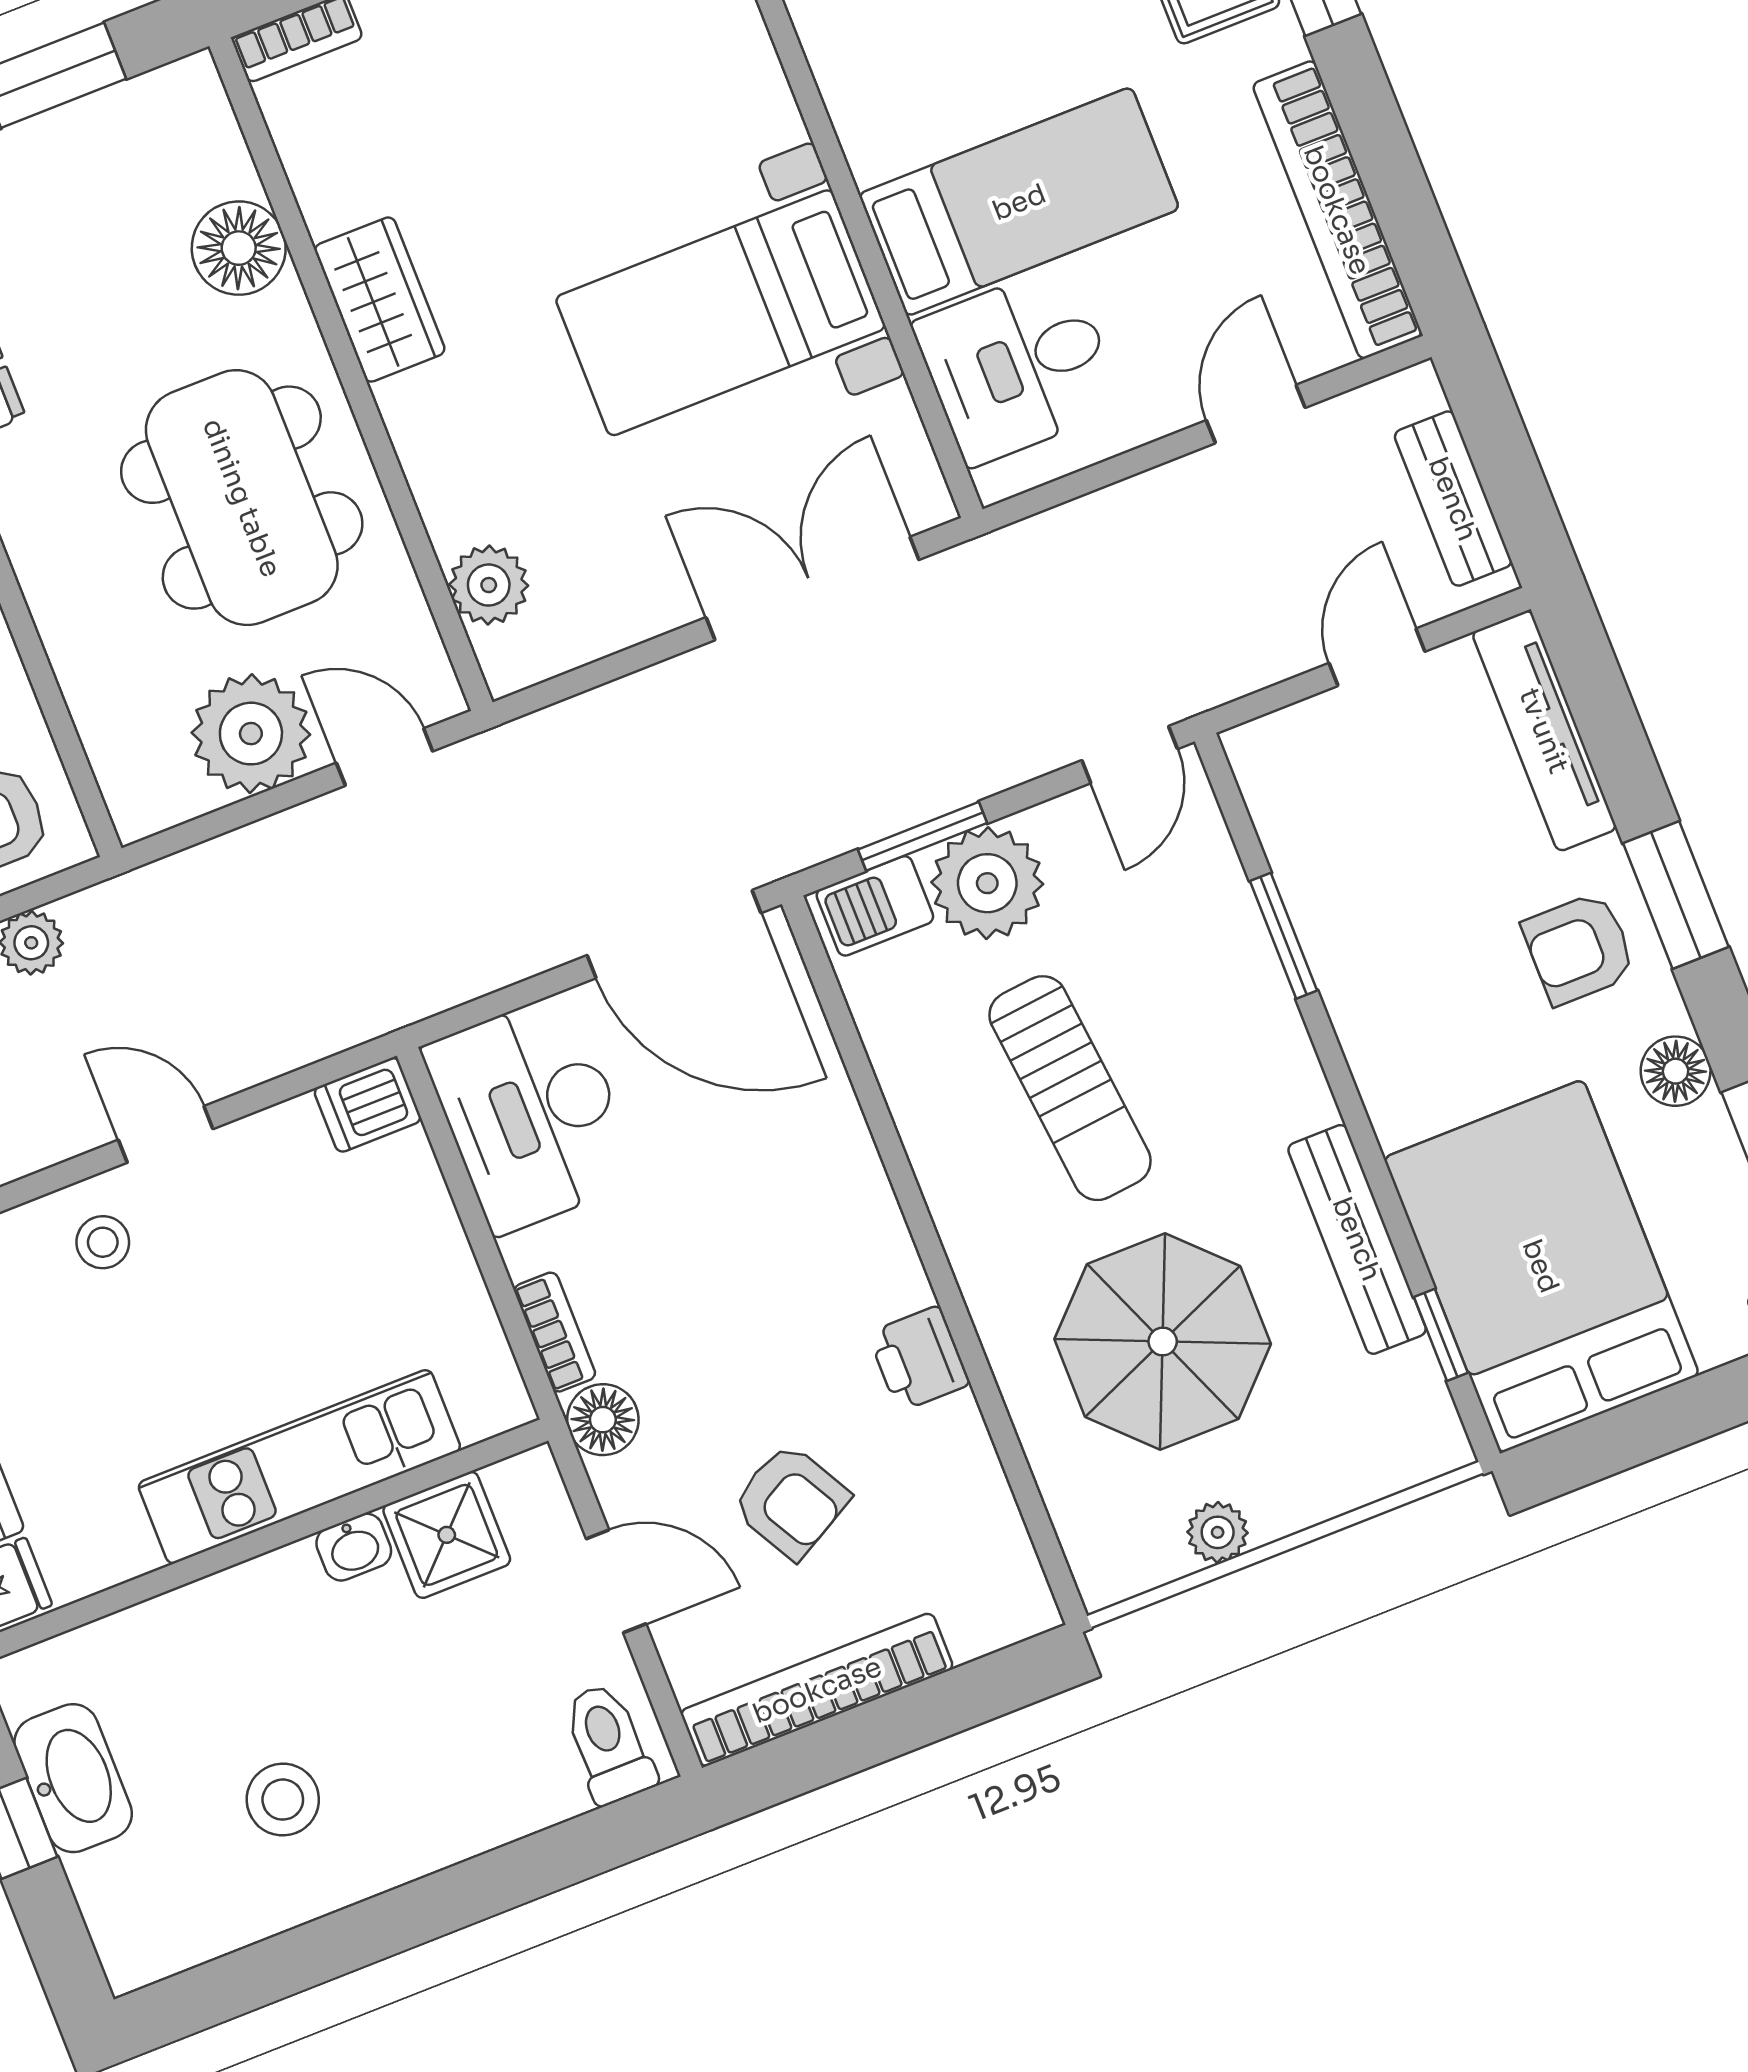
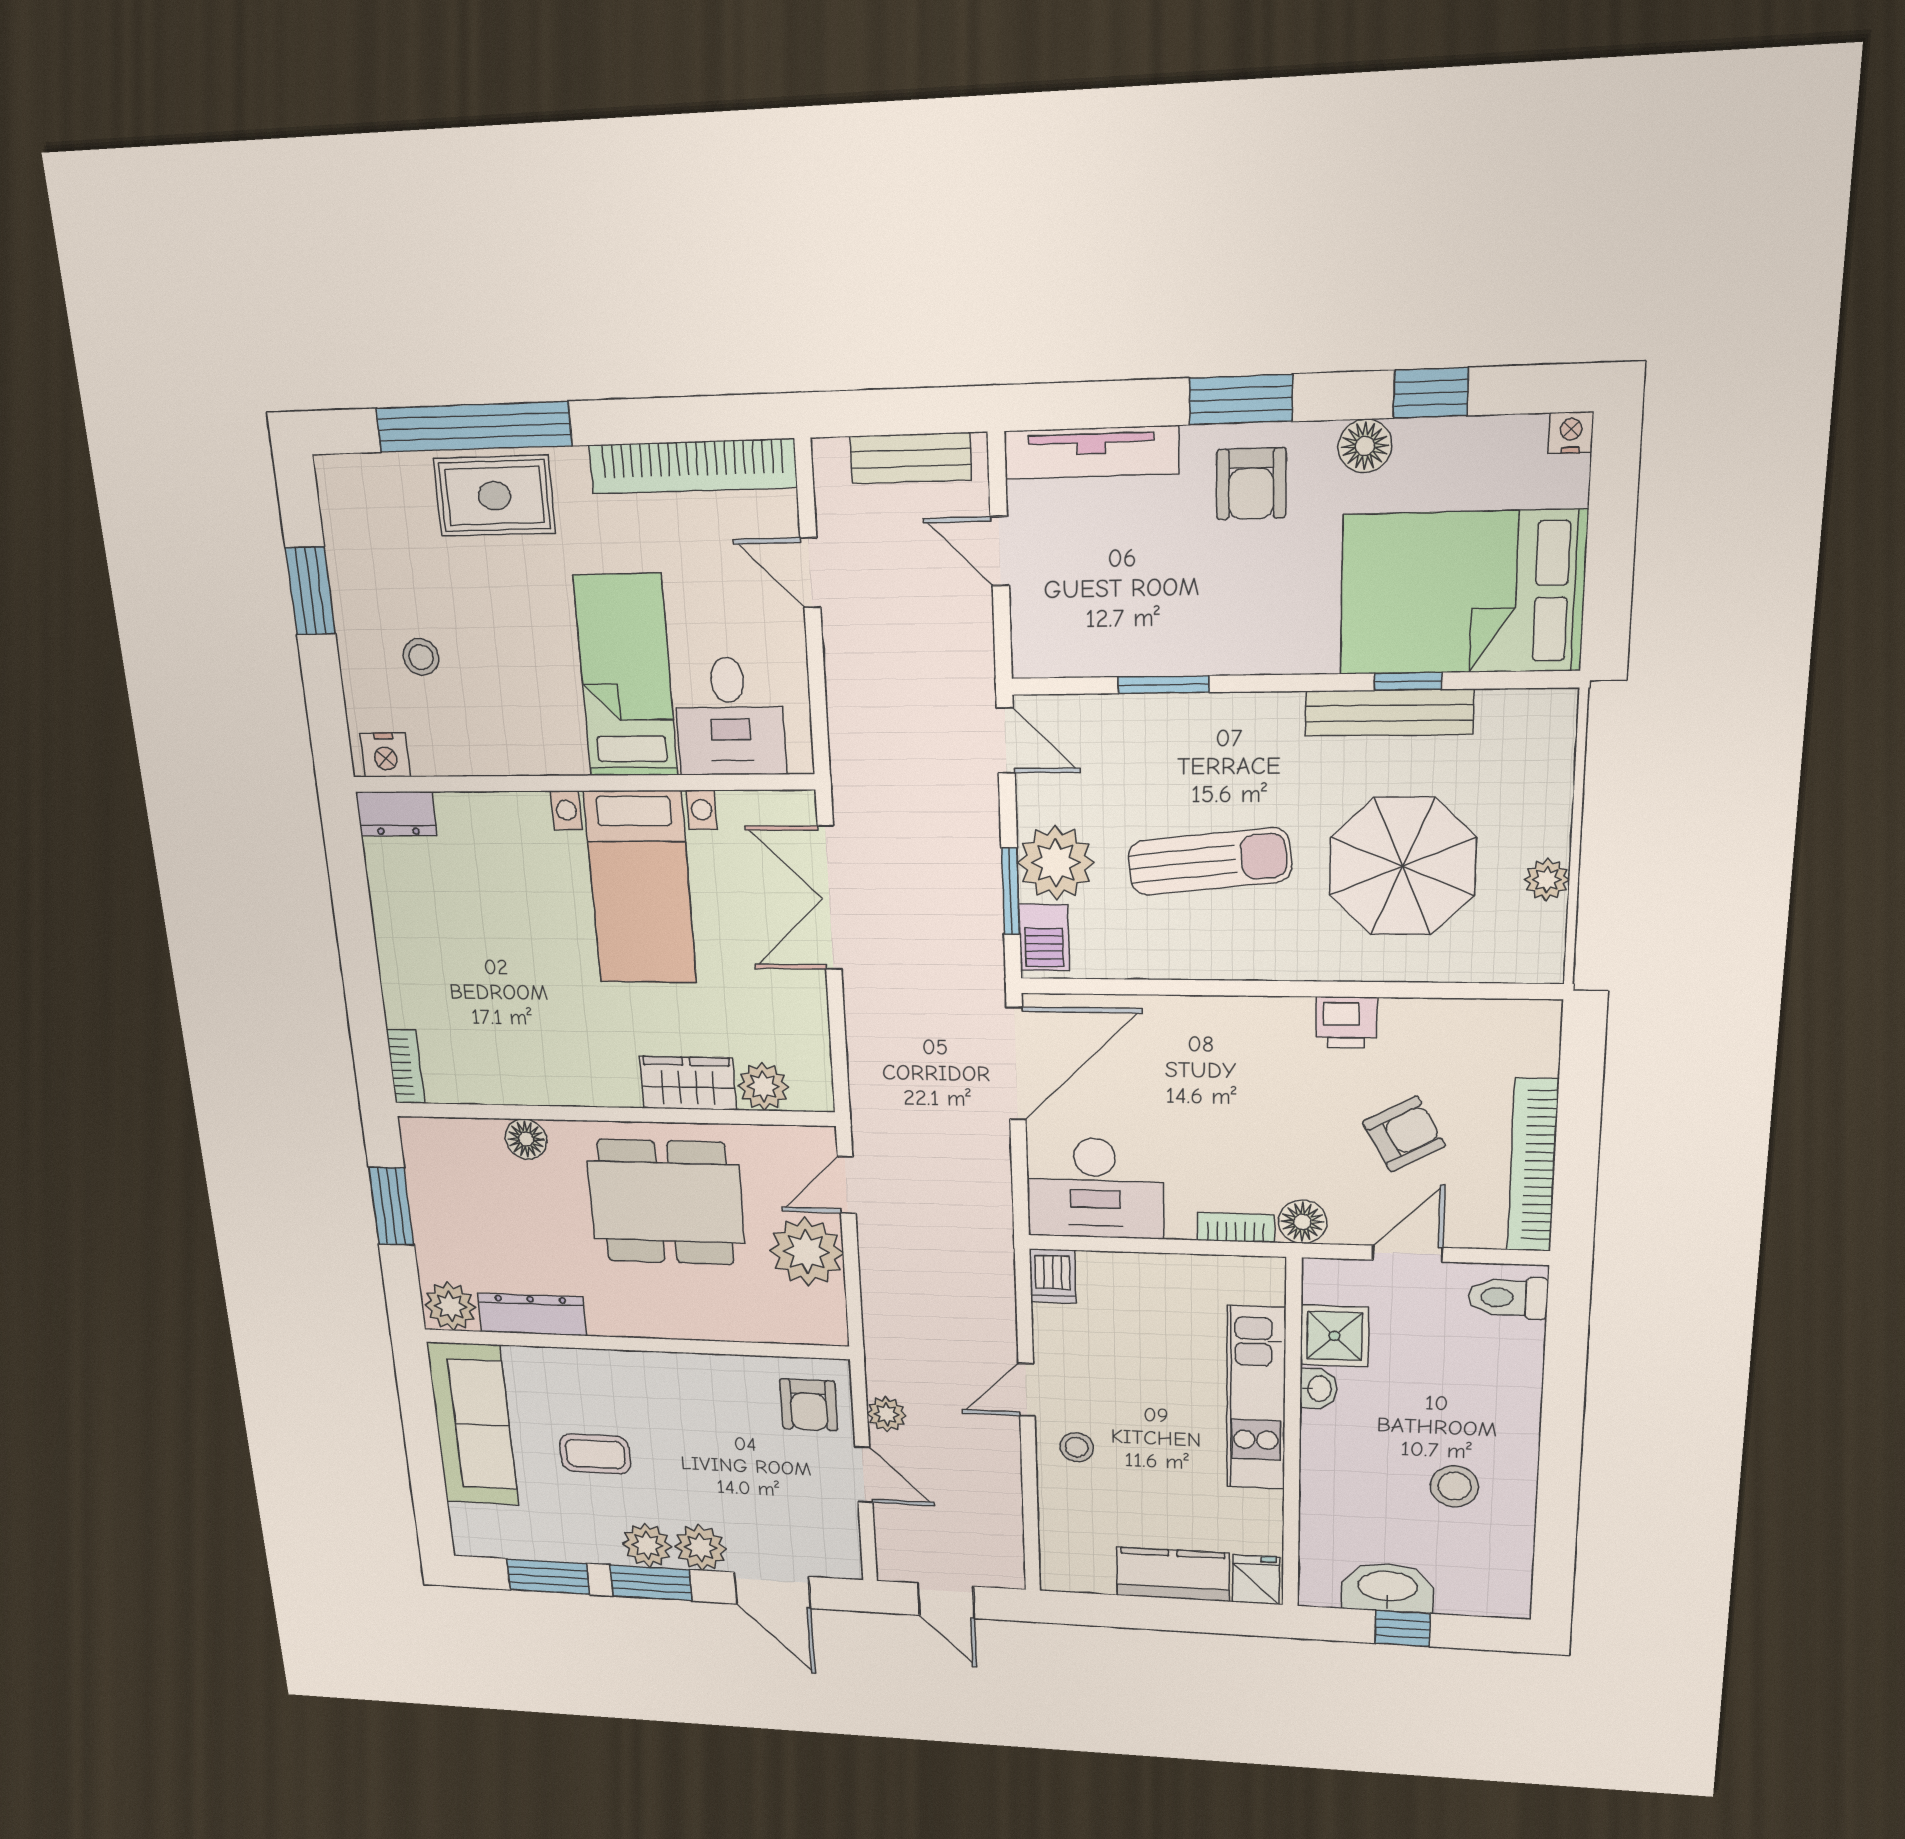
floor lamp: (239, 248) -> (526, 1139), width x0.73, depth x0.73
wardrobe: (380, 300) -> (688, 1083), moved
window: (1441, 1335) -> (1408, 681), moved

